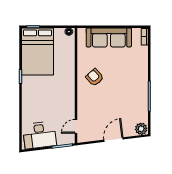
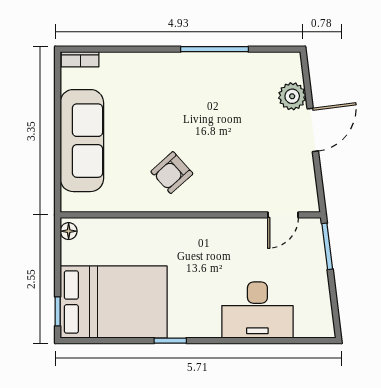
door: (76, 126) -> (283, 215), hinge flipped
plant: (141, 129) -> (292, 96), moved
desk: (40, 135) -> (257, 310), moved, turned 97
door: (114, 140) -> (313, 130), swing flipped

